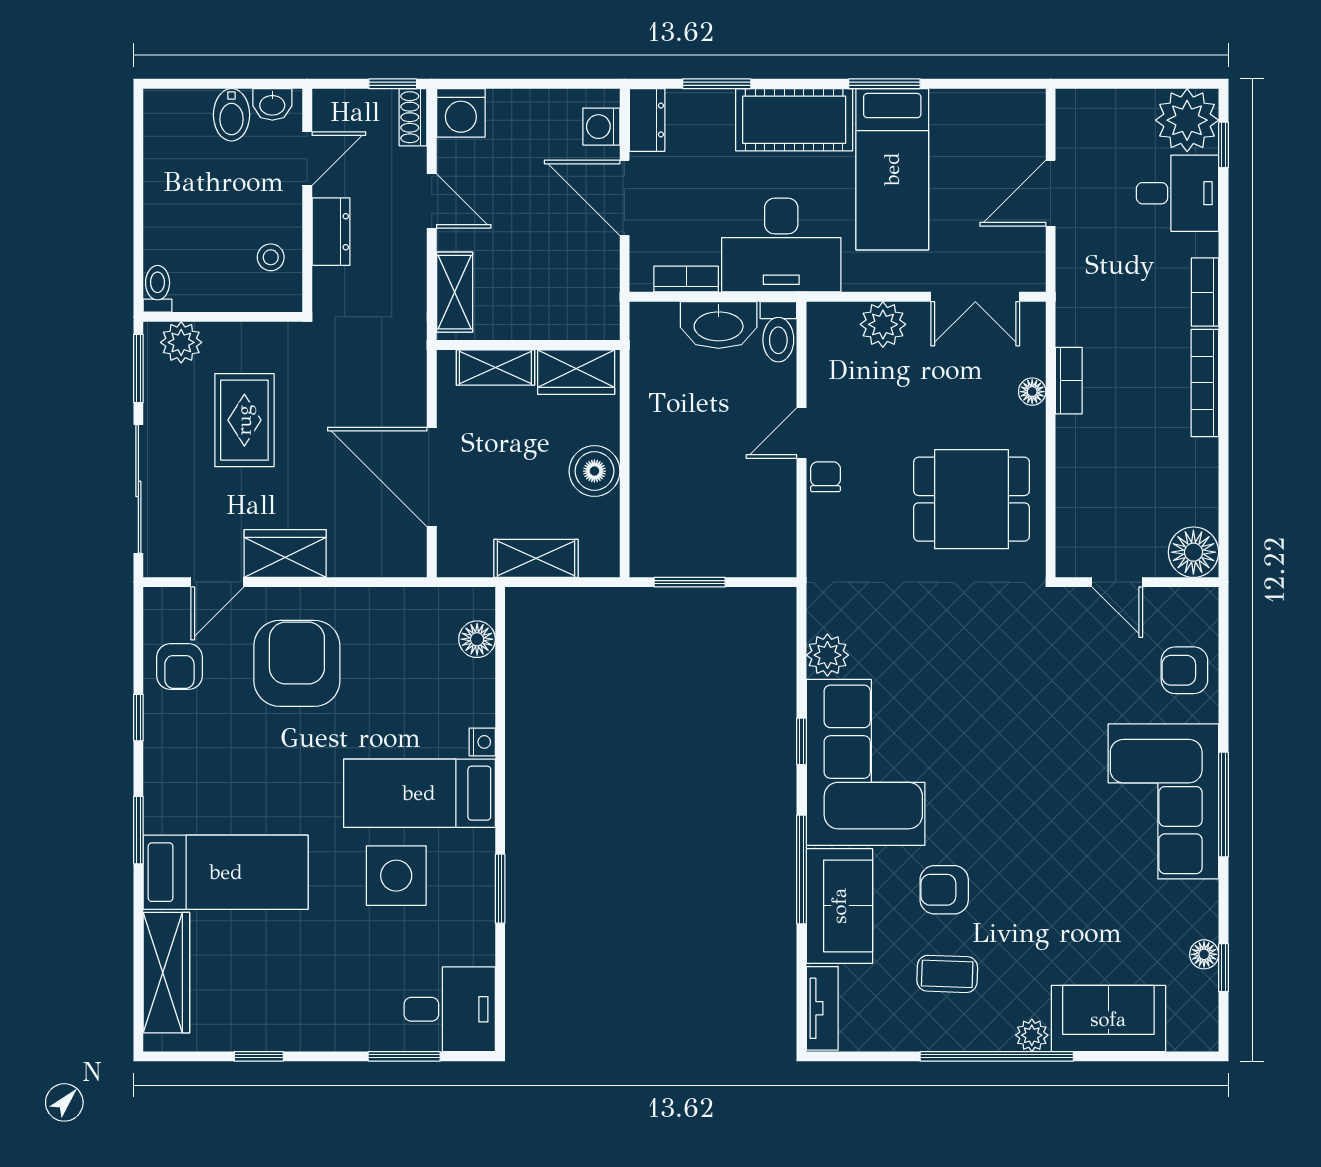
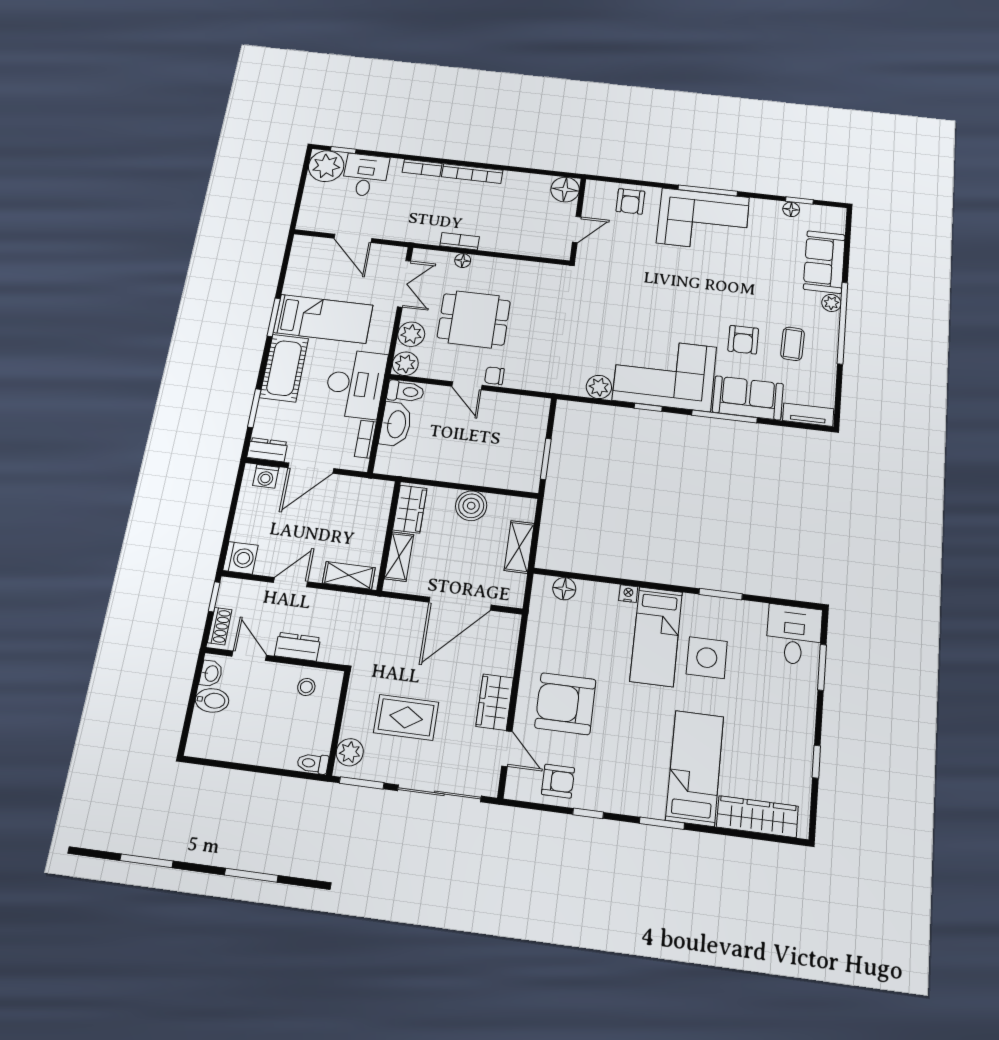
shoe rack: (413, 117) -> (220, 626), moved, turned -90
plant: (828, 323) -> (405, 364), added
dining table: (972, 499) -> (474, 319), moved, turned 90

